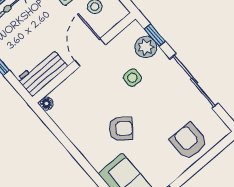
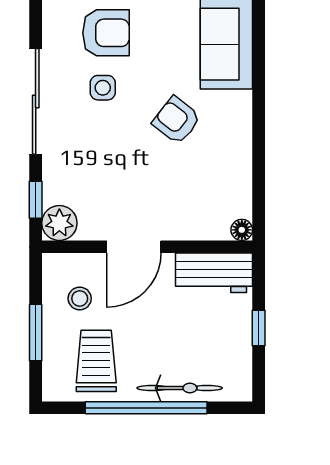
plant: (146, 47) -> (59, 223), moved
side table: (132, 78) -> (103, 88), moved
armchair: (189, 141) -> (106, 33), turned -90

